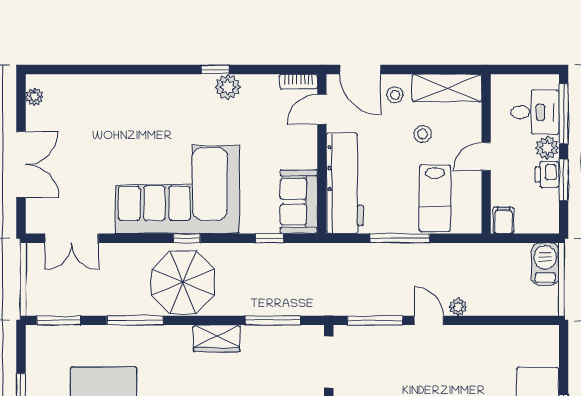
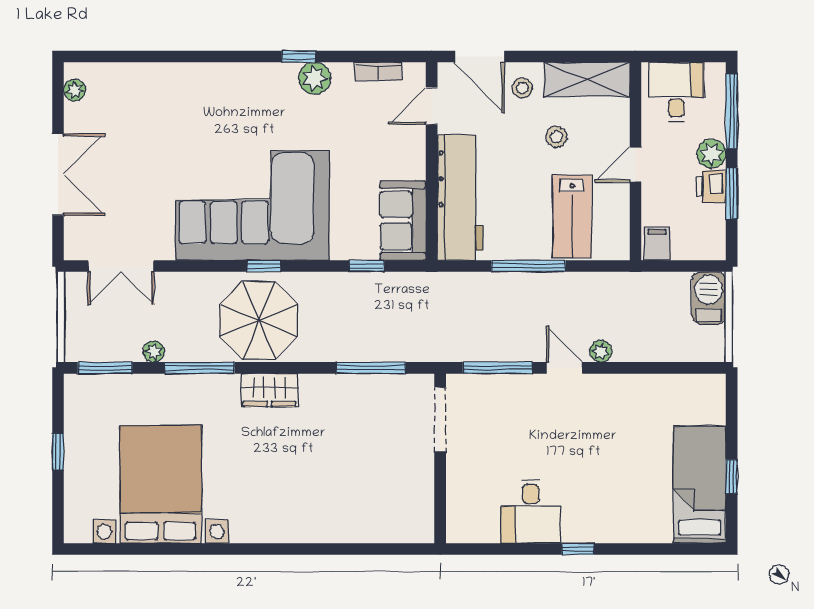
bookcase: (299, 82) -> (378, 72), moved
desk: (535, 112) -> (676, 92), moved, turned -90
plant: (98, 307) -> (154, 352), added
wardrobe: (217, 338) -> (269, 390), moved

